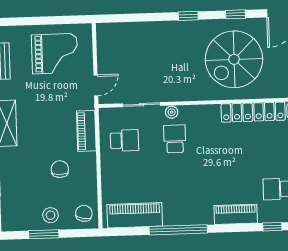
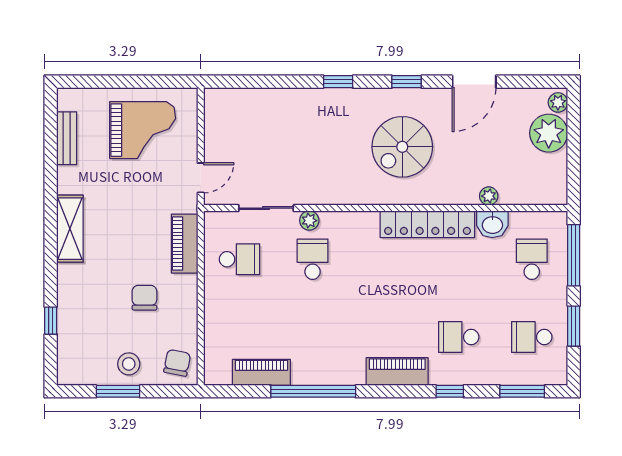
spiral stairs: (234, 59) -> (402, 147), width x0.73, depth x0.73
piano: (135, 215) -> (261, 372), width x0.73, depth x0.75

